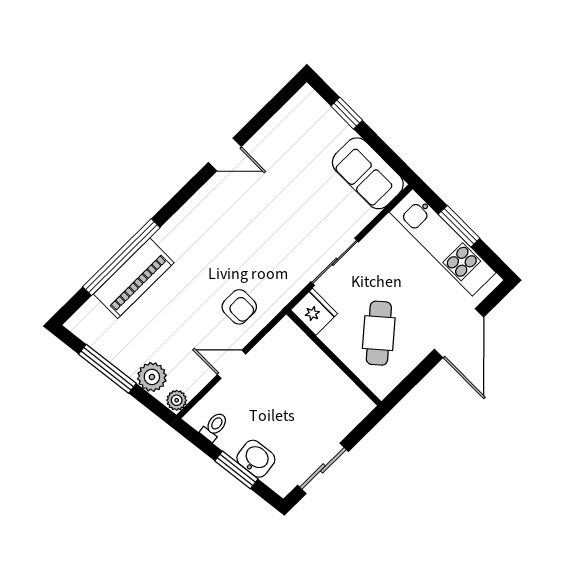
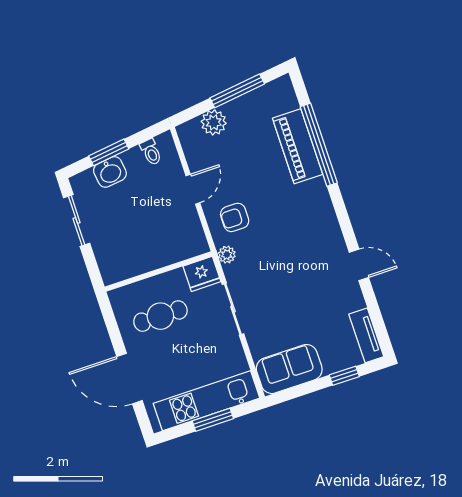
tv unit: (294, 111) -> (366, 335), added
door: (225, 154) -> (359, 265), swing flipped
cafe table: (379, 333) -> (160, 316), turned -49
plant: (177, 400) -> (227, 255), moved

